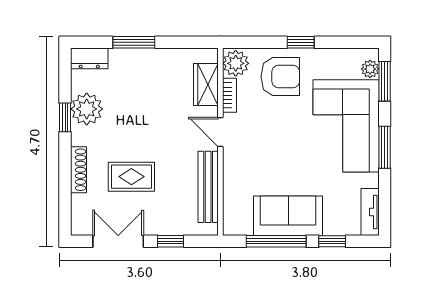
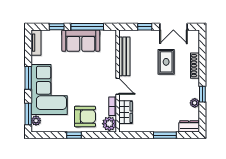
armchair: (280, 77) -> (85, 116), turned 180
plant: (87, 109) -> (195, 103), width x0.53, depth x0.53
rug: (131, 177) -> (166, 62), turned 90

